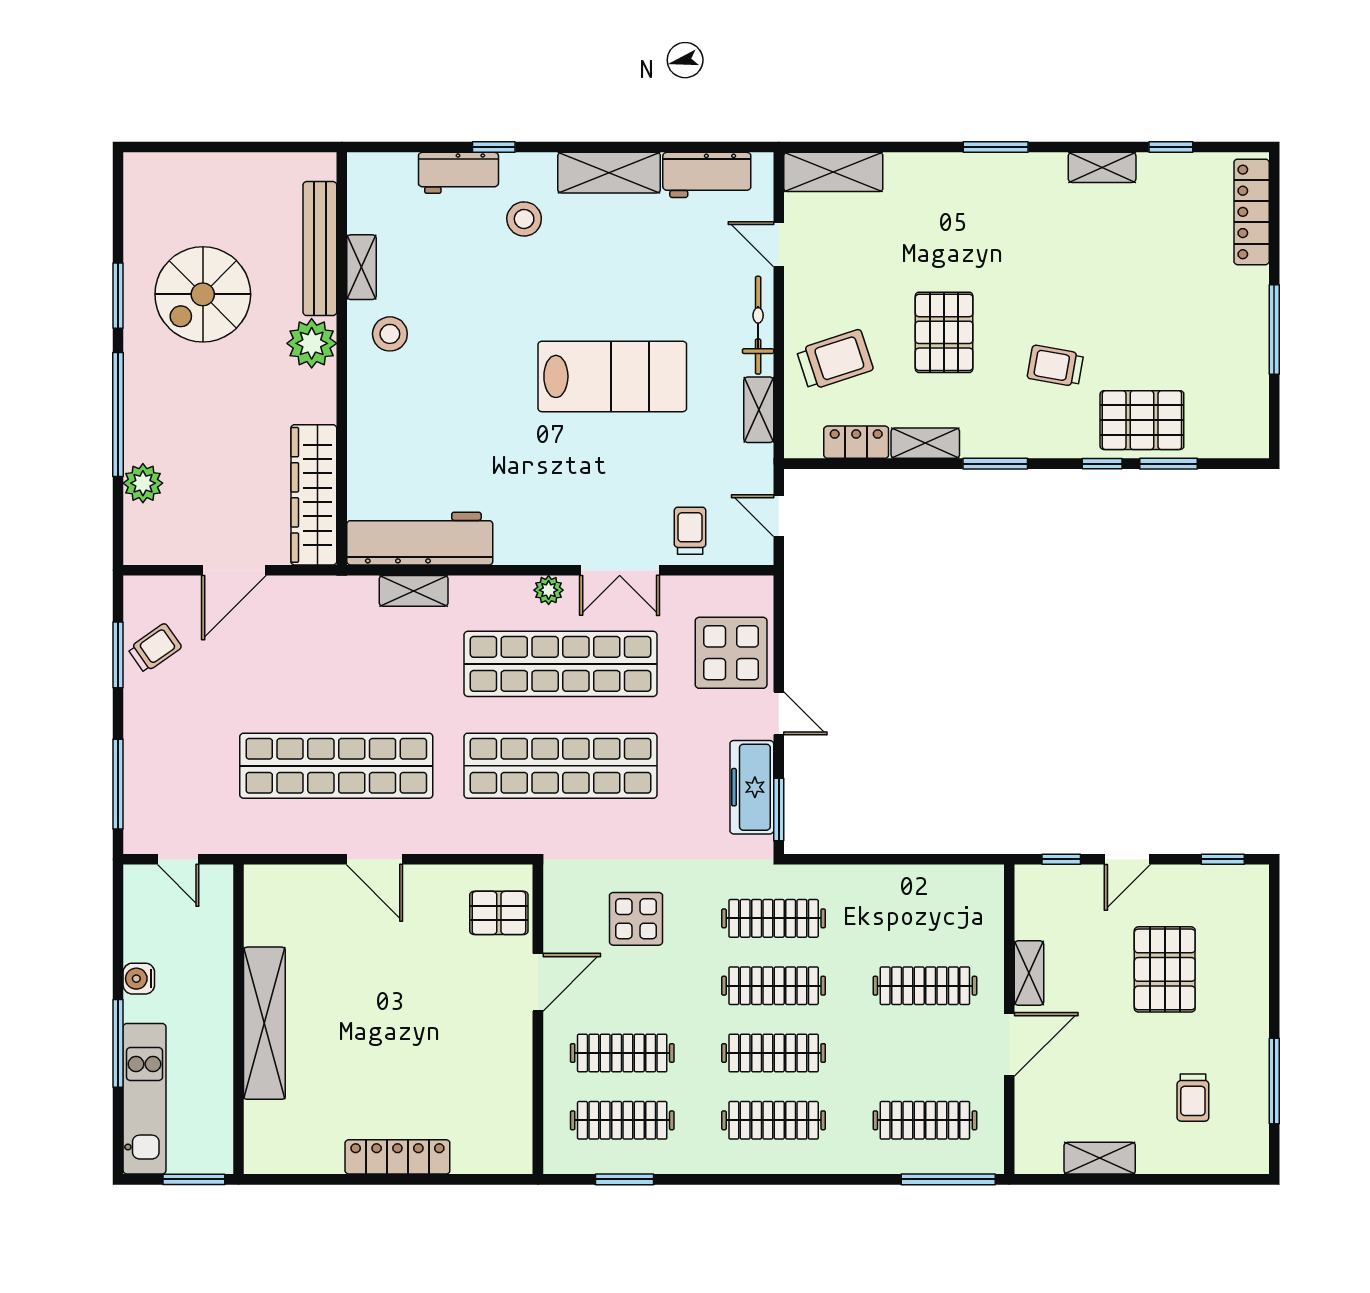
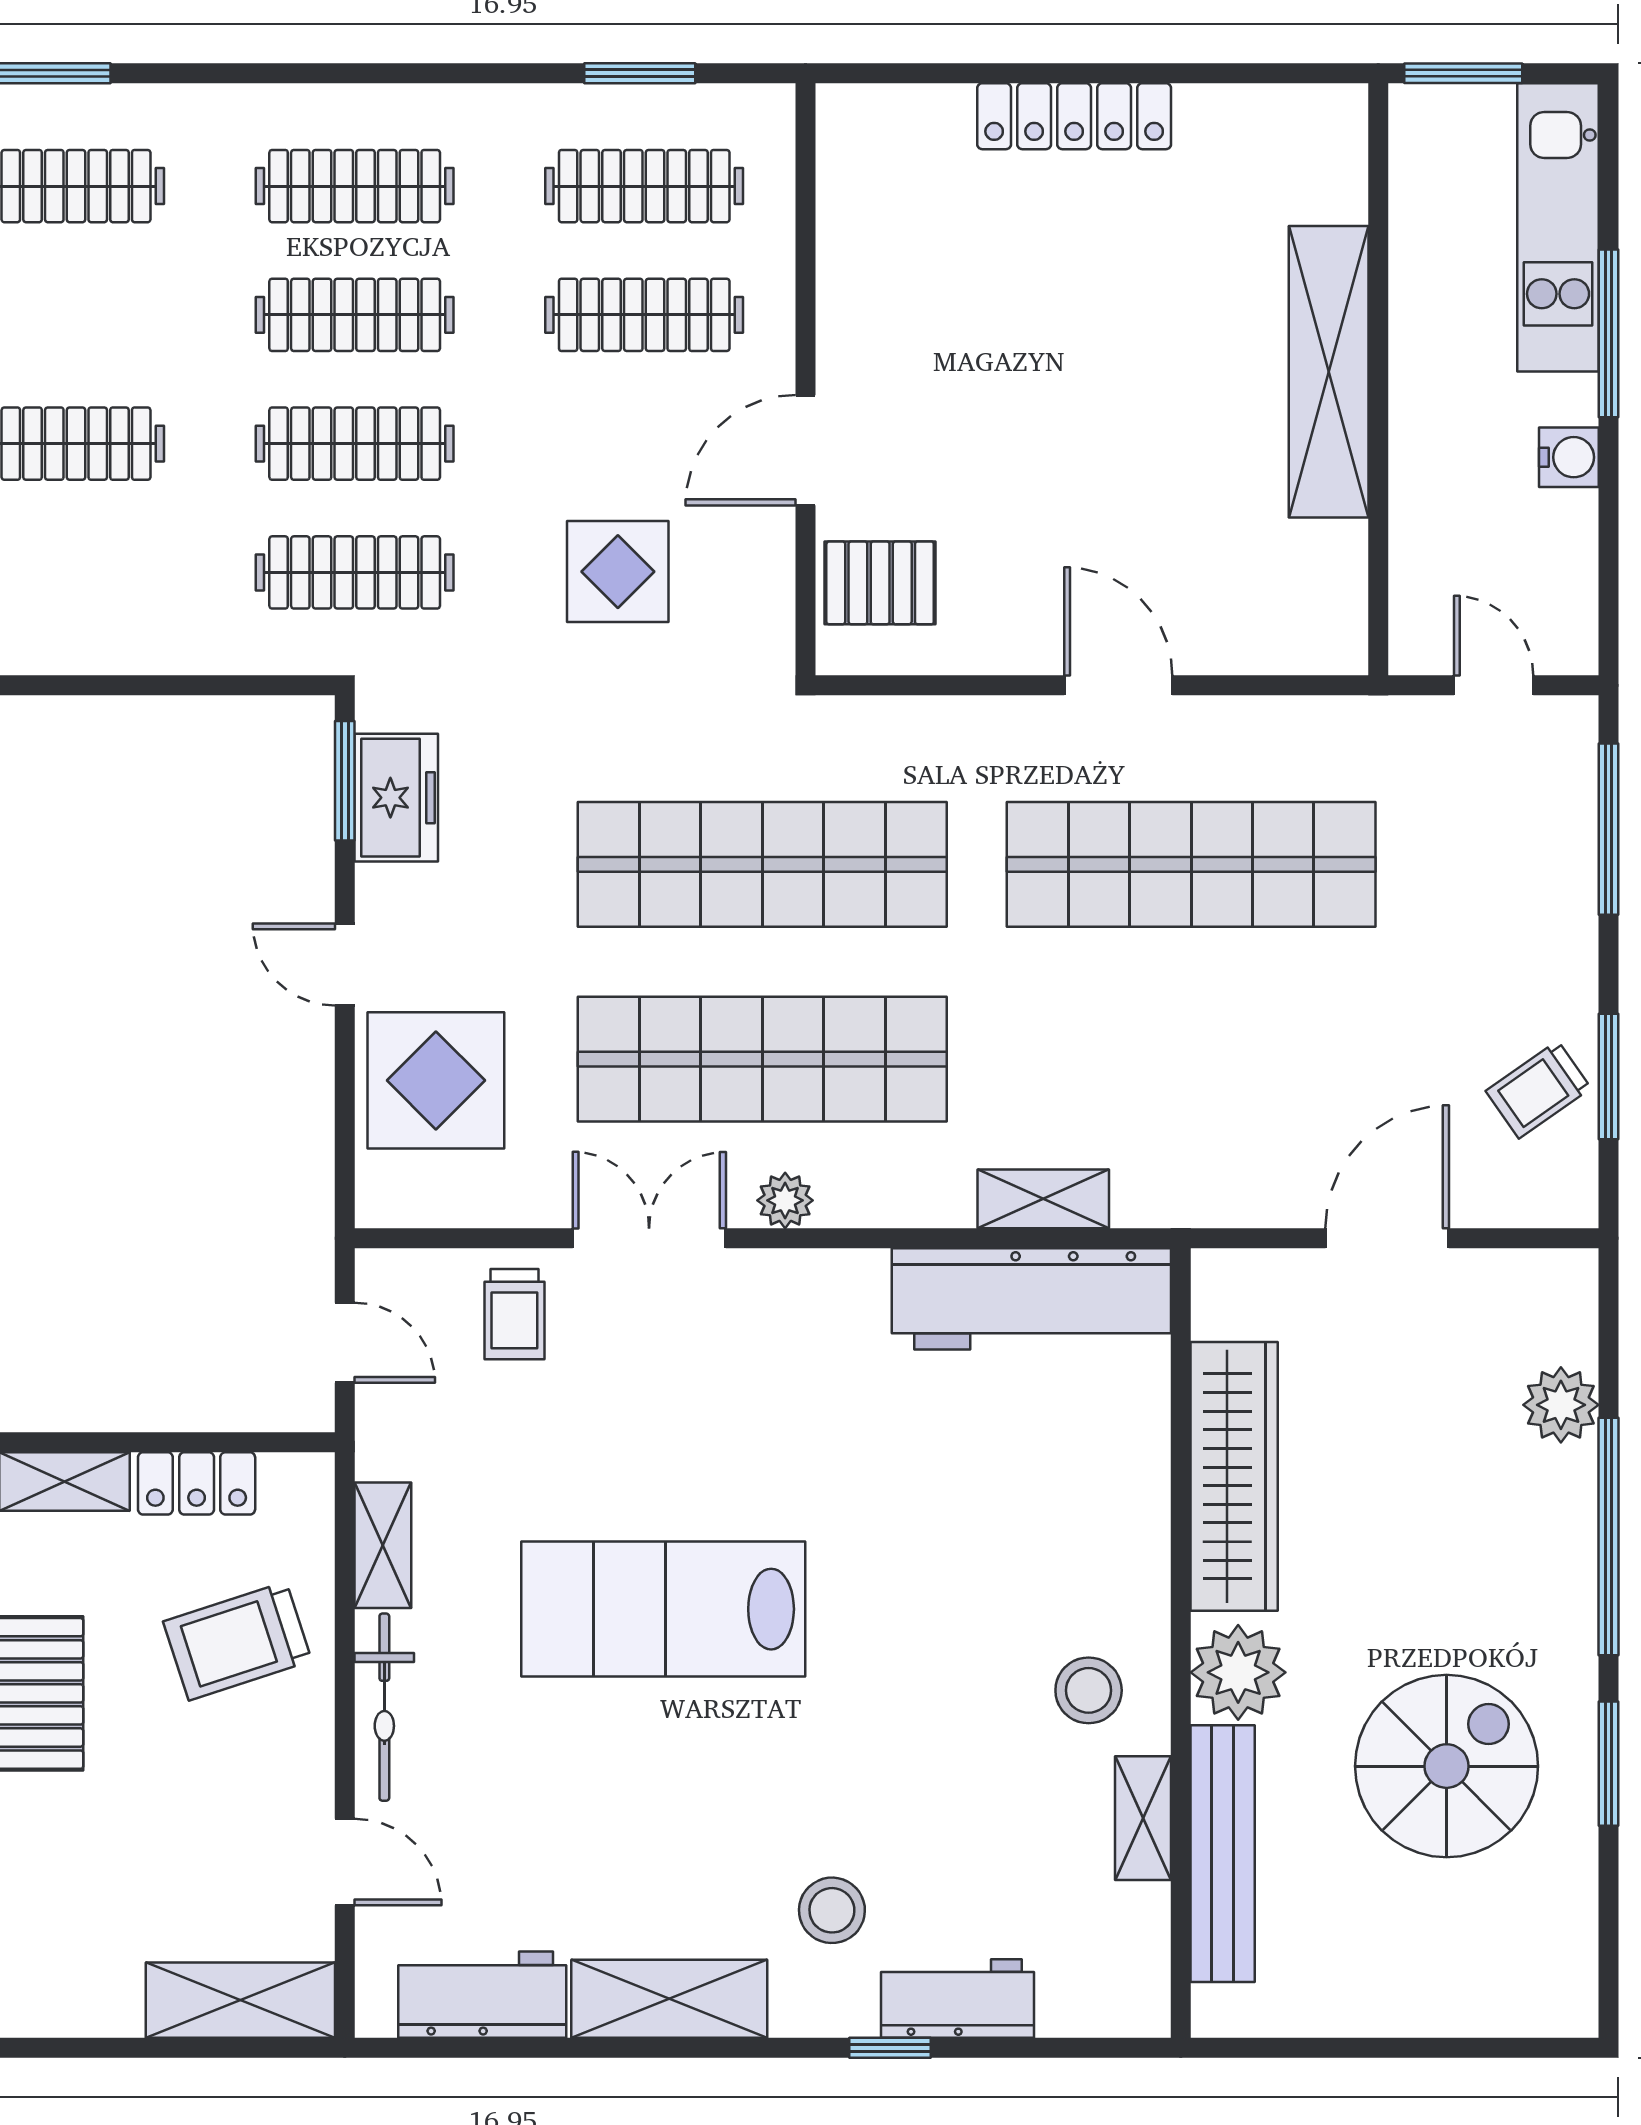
wardrobe: (314, 495) -> (1234, 1476), moved
freezer: (752, 787) -> (396, 798), width x0.71

